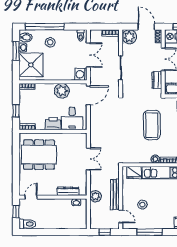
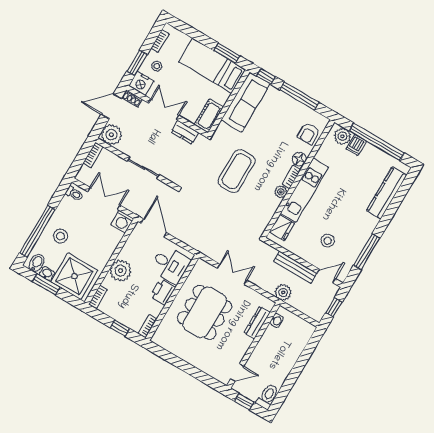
plant: (62, 91) -> (121, 271), moved
coffee table: (152, 125) -> (237, 171), turned 90
dining table: (39, 155) -> (205, 312), moved
door: (31, 197) -> (237, 372), swing flipped

